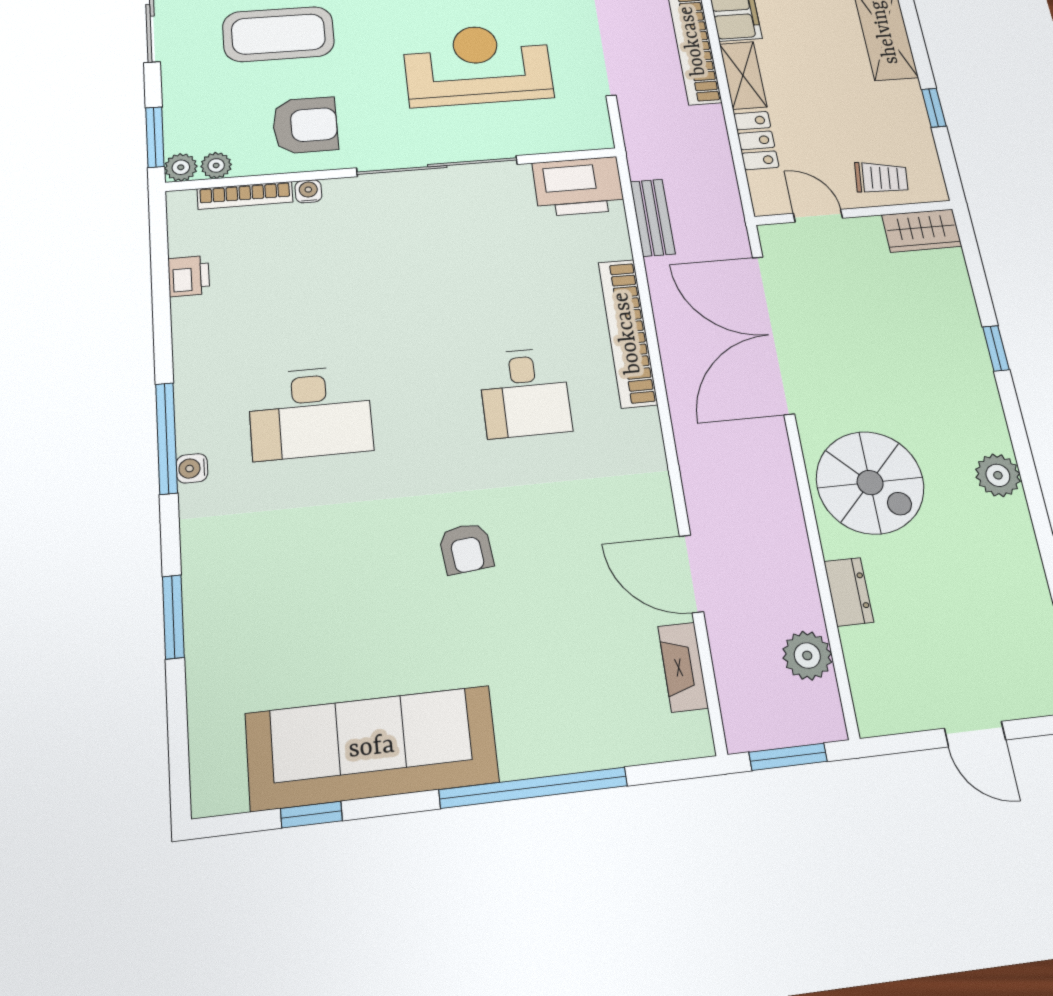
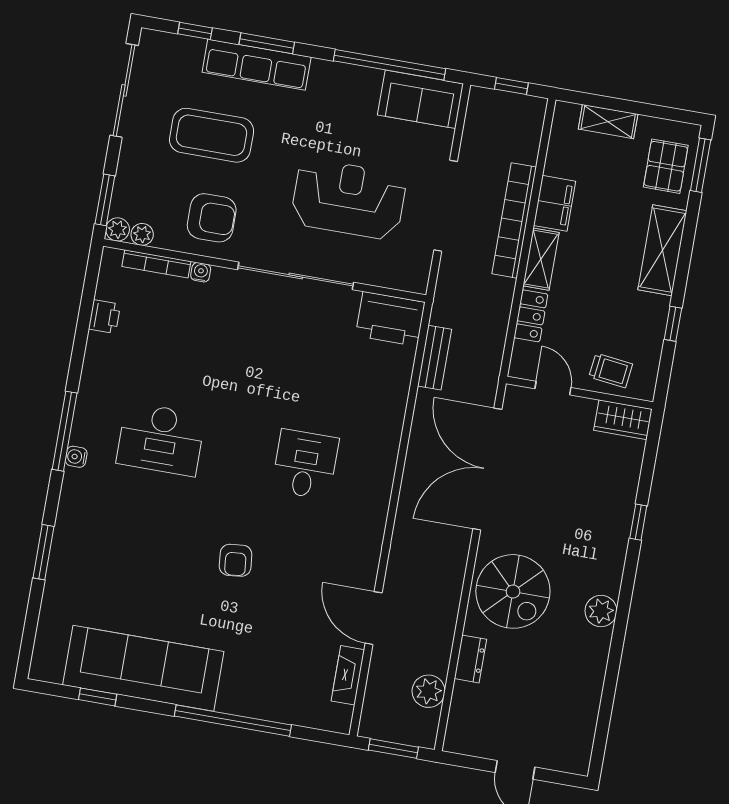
bookcase: (628, 333) -> (388, 440), removed
desk: (525, 393) -> (305, 464), turned 180

